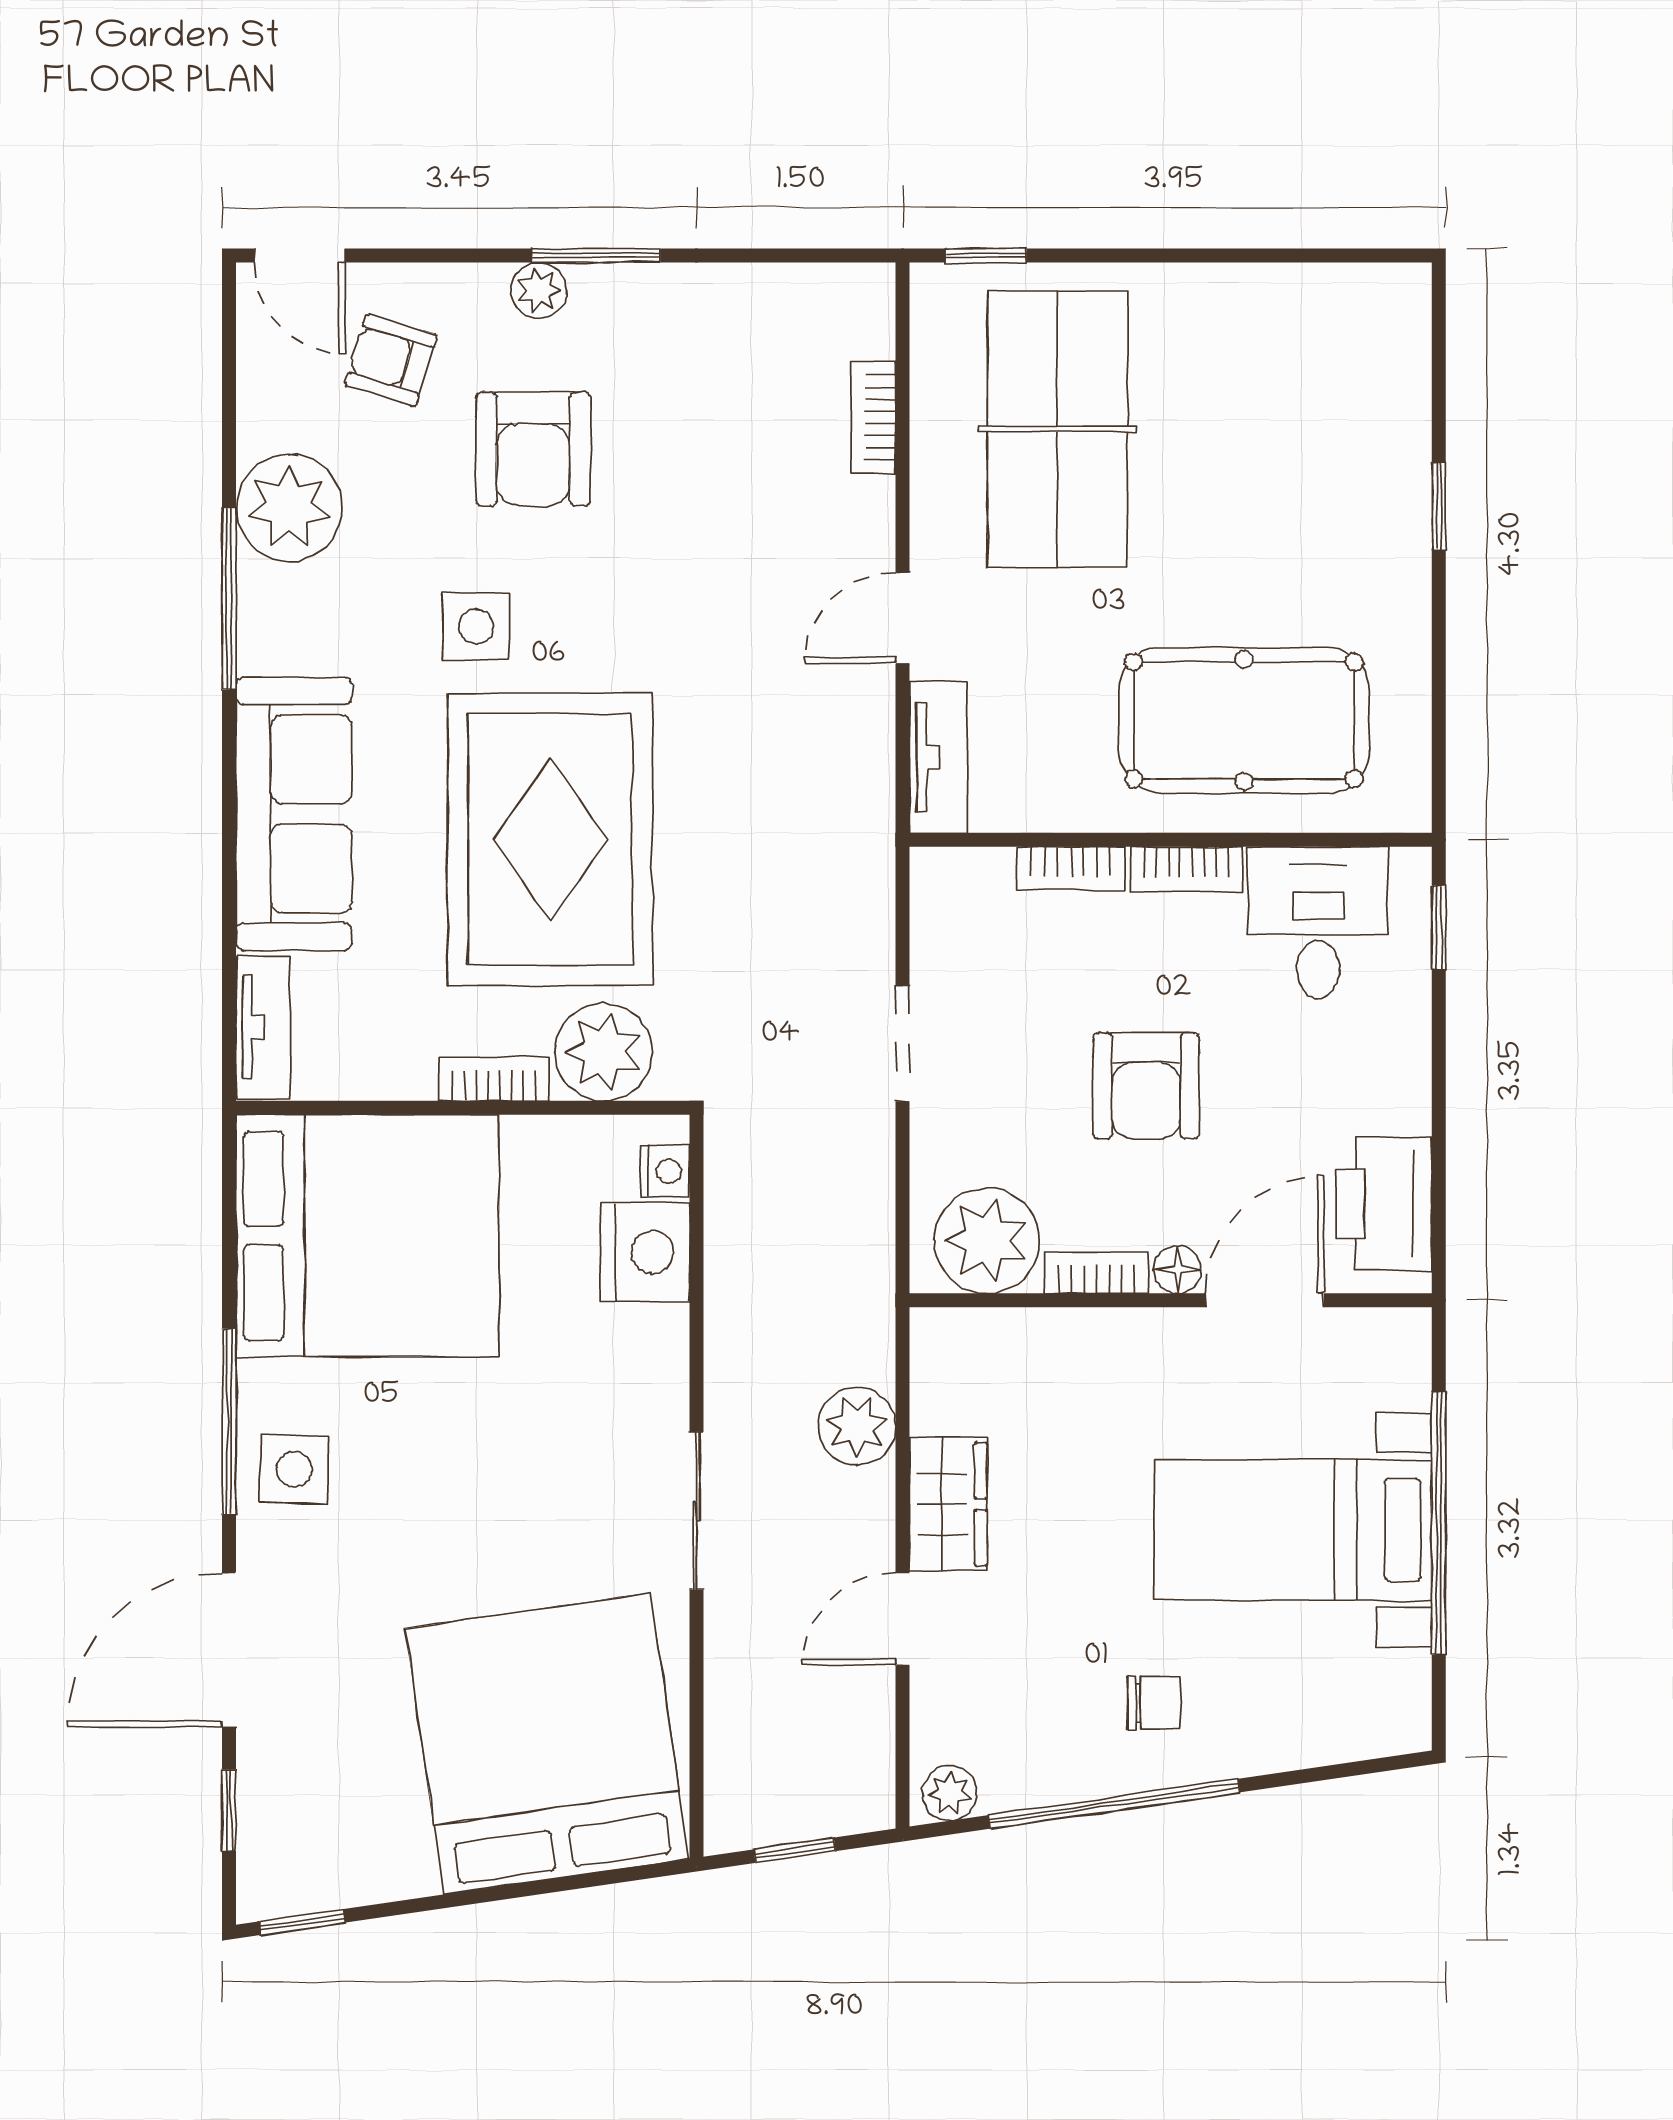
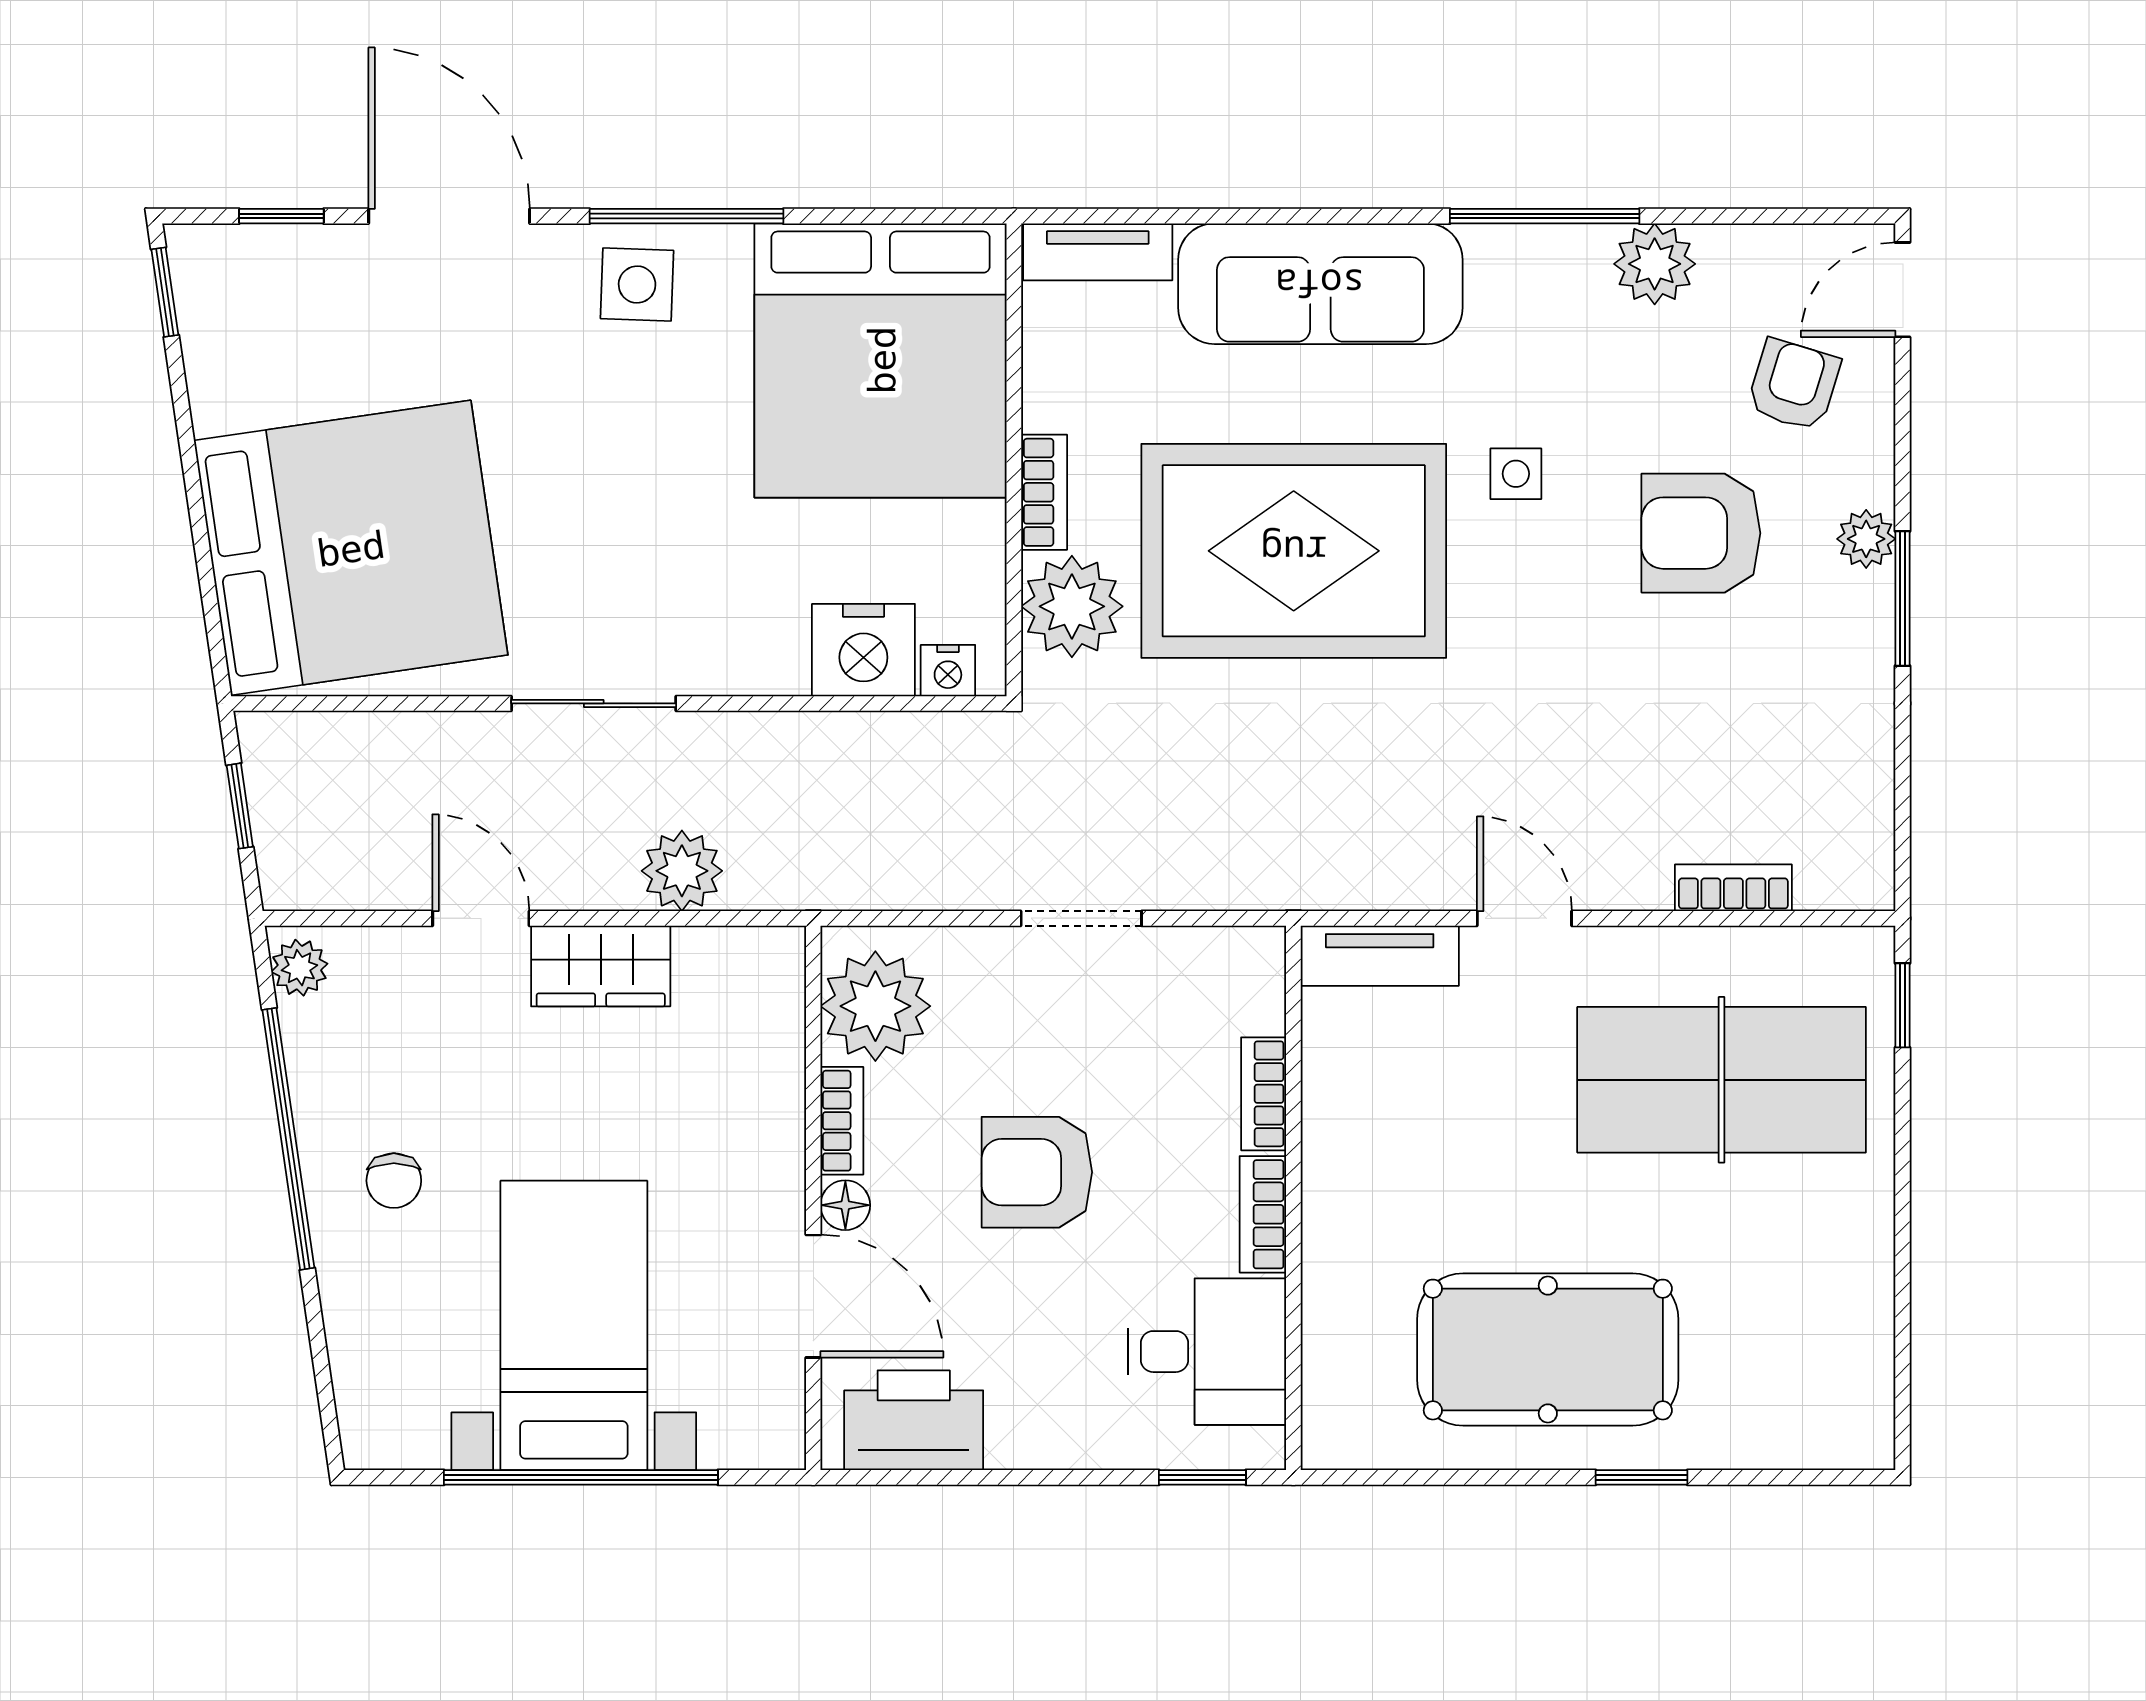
plant: (289, 508) -> (1655, 264), width x0.73, depth x0.73
side table: (476, 626) -> (1516, 474), width x0.73, depth x0.73
pool table: (1244, 720) -> (1548, 1350), moved, turned 90

